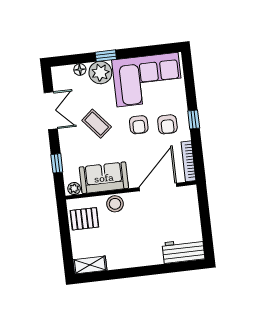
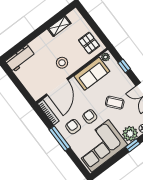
window: (194, 119) -> (60, 139), width x2.17
stool: (115, 204) -> (62, 63), moved
pallet: (84, 219) -> (89, 43), turned 90
shelving: (90, 265) -> (59, 26), moved

